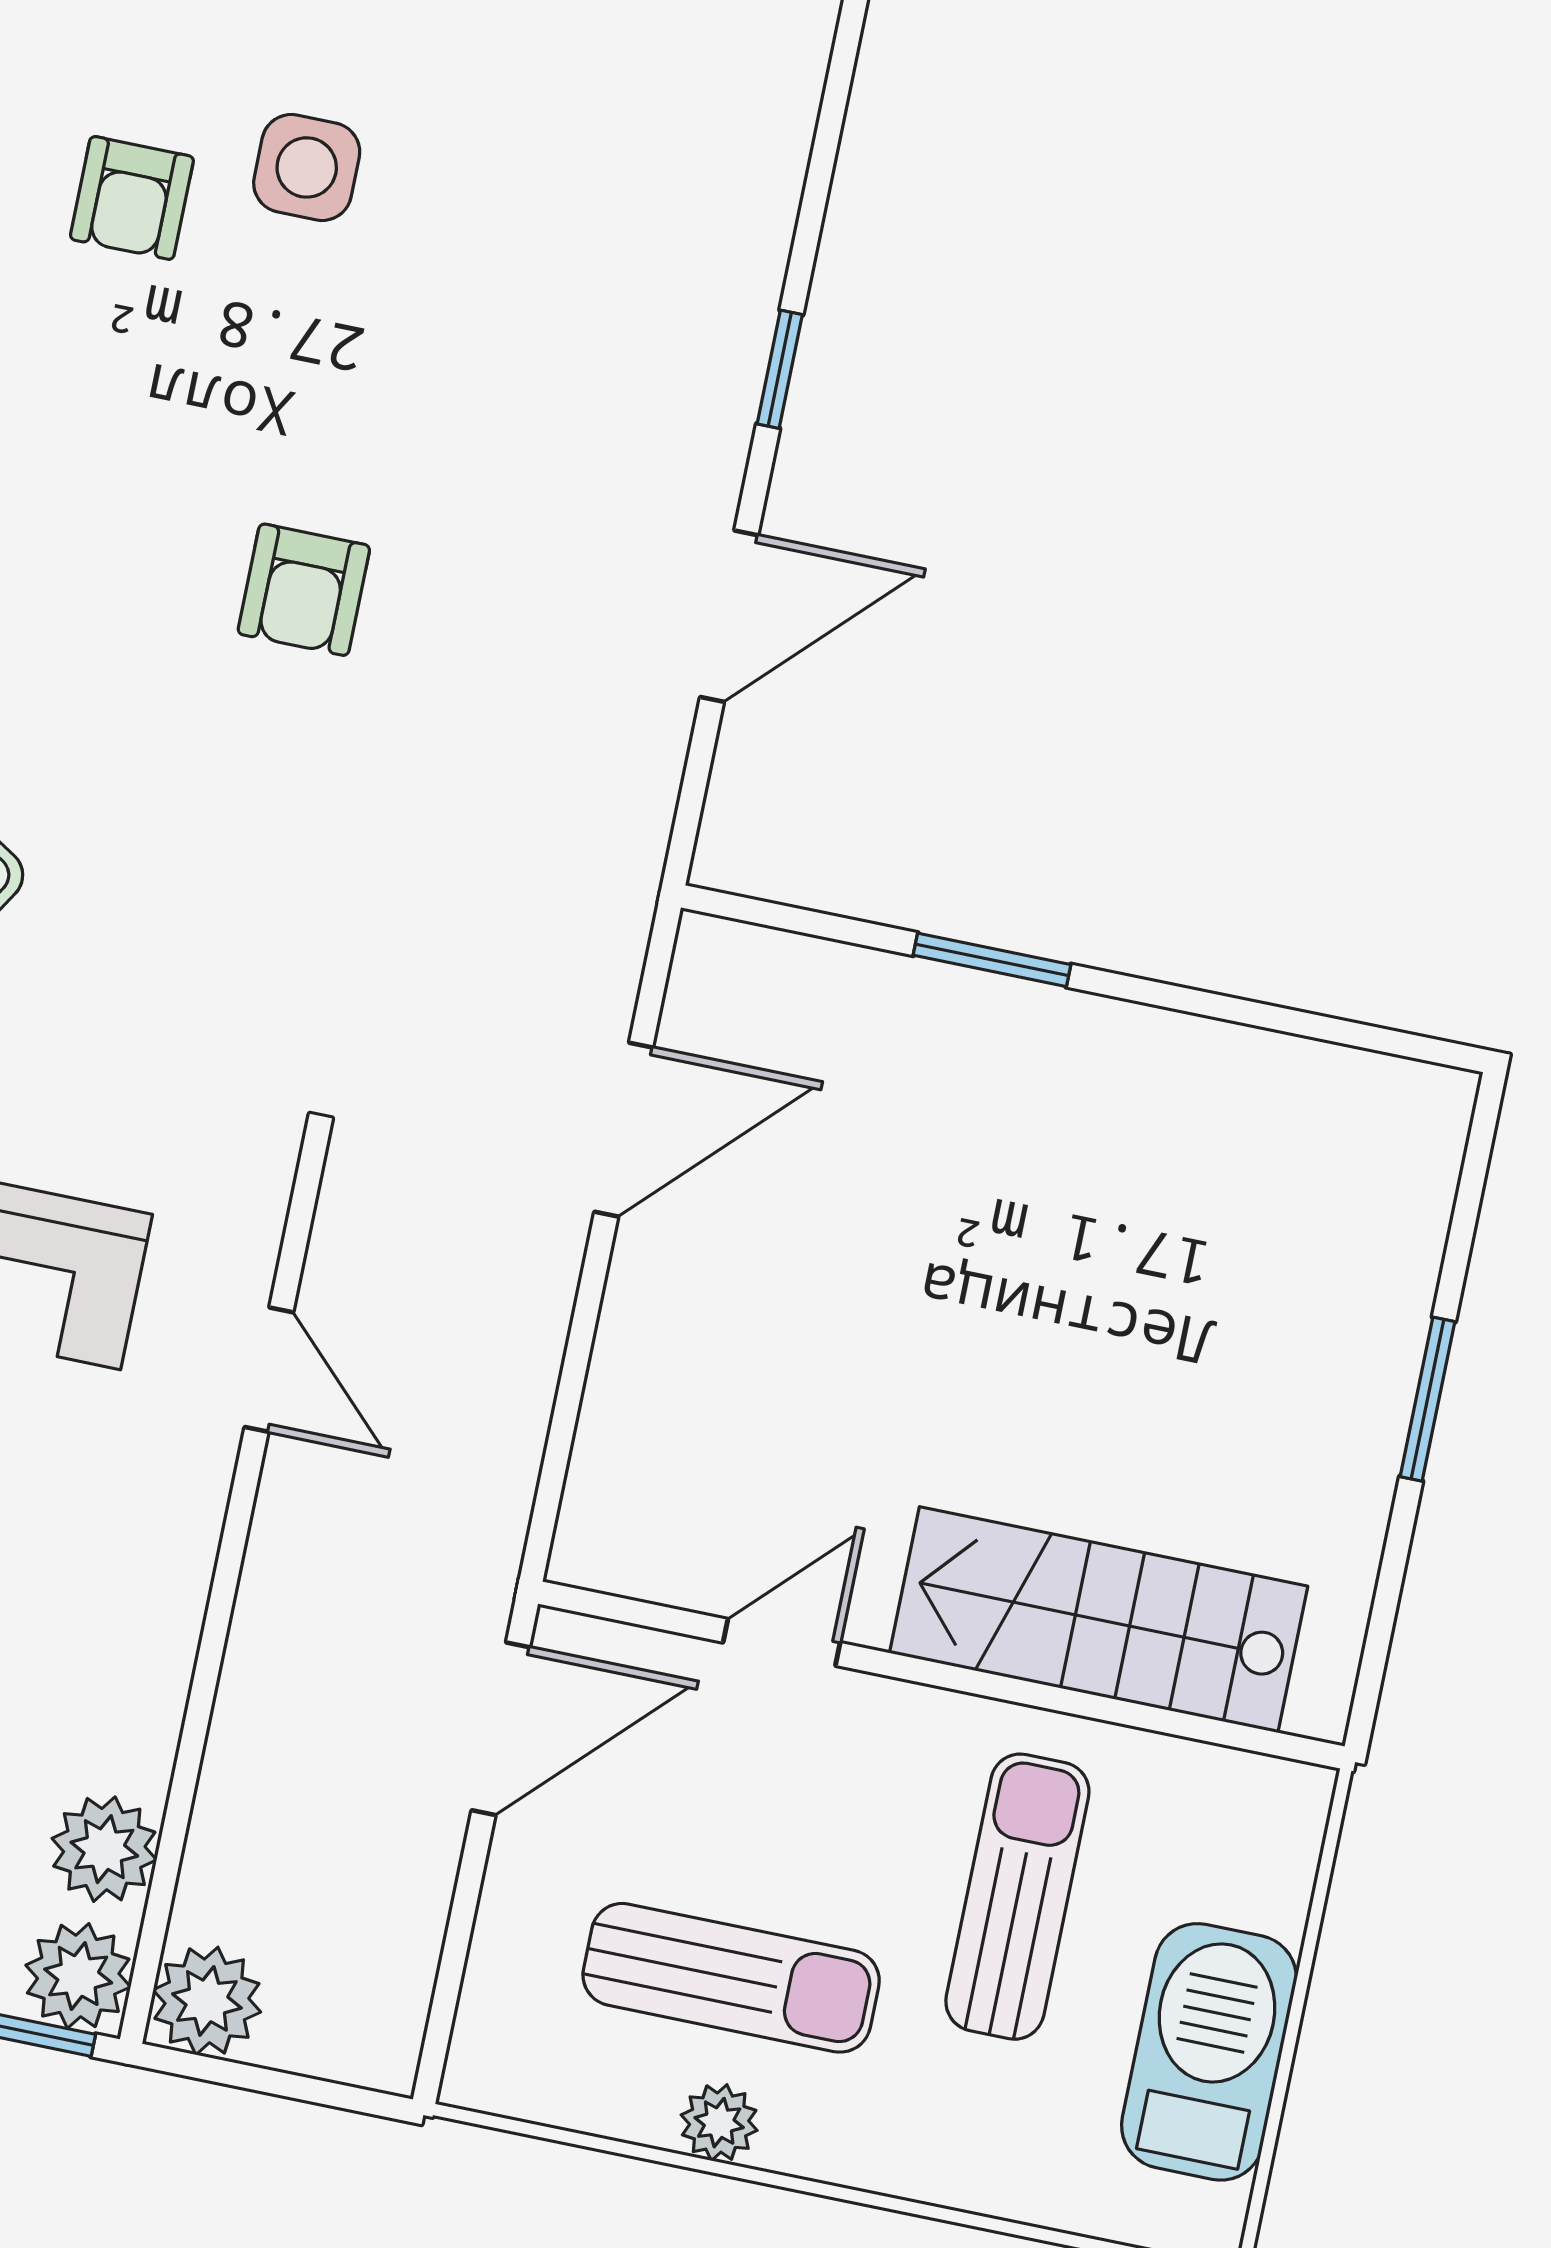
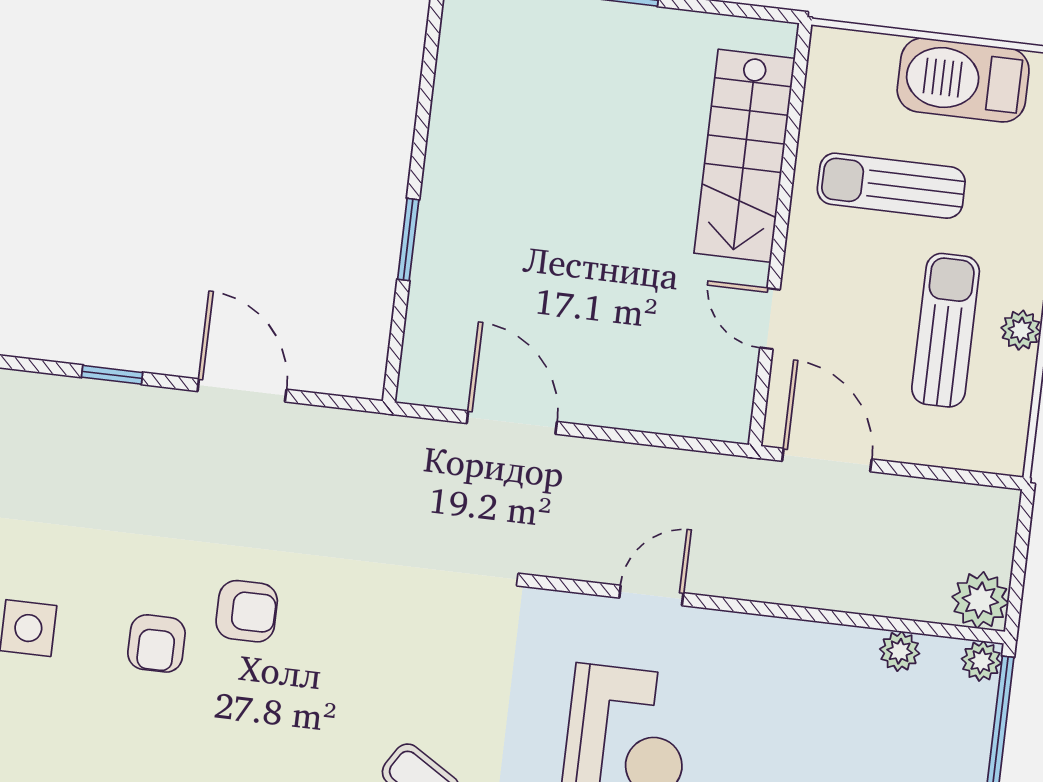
armchair: (132, 198) -> (156, 643), moved, turned 90
plant: (104, 1849) -> (900, 651), width x0.73, depth x0.73
plant: (78, 1976) -> (981, 661), width x0.73, depth x0.73

